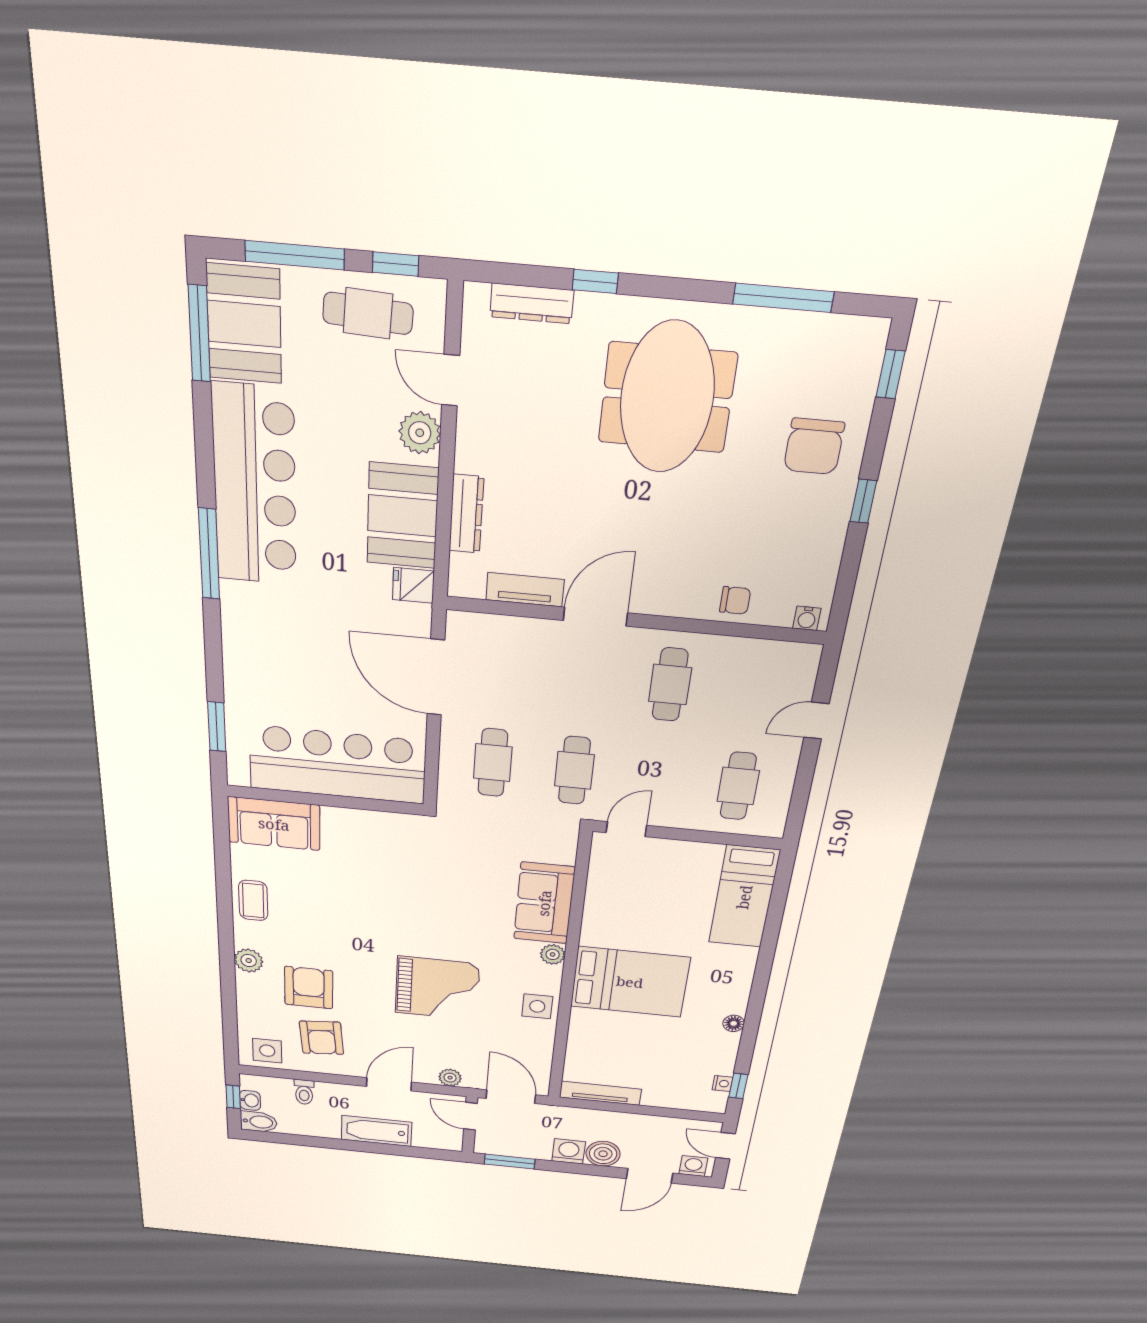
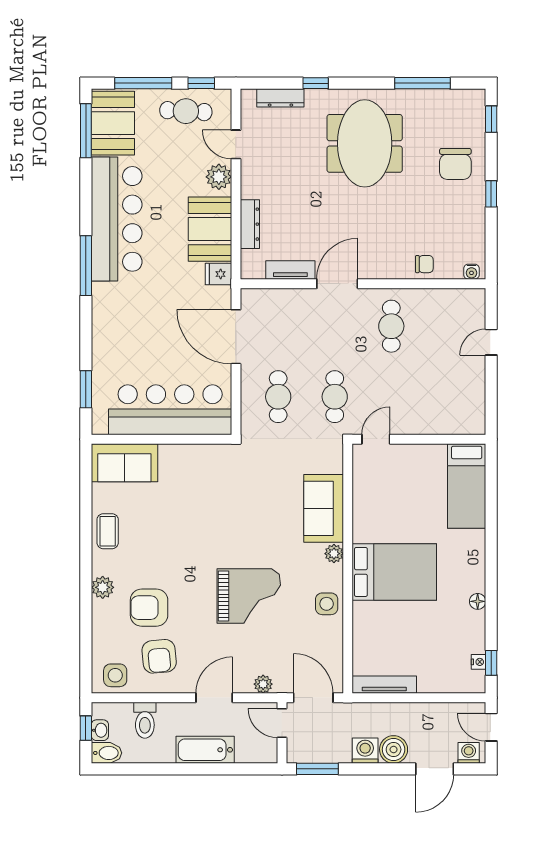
cafe table: (738, 786) -> (448, 397), removed
armchair: (309, 988) -> (149, 608), turned -90
toilet: (304, 1092) -> (145, 720), width x1.37, depth x1.39

